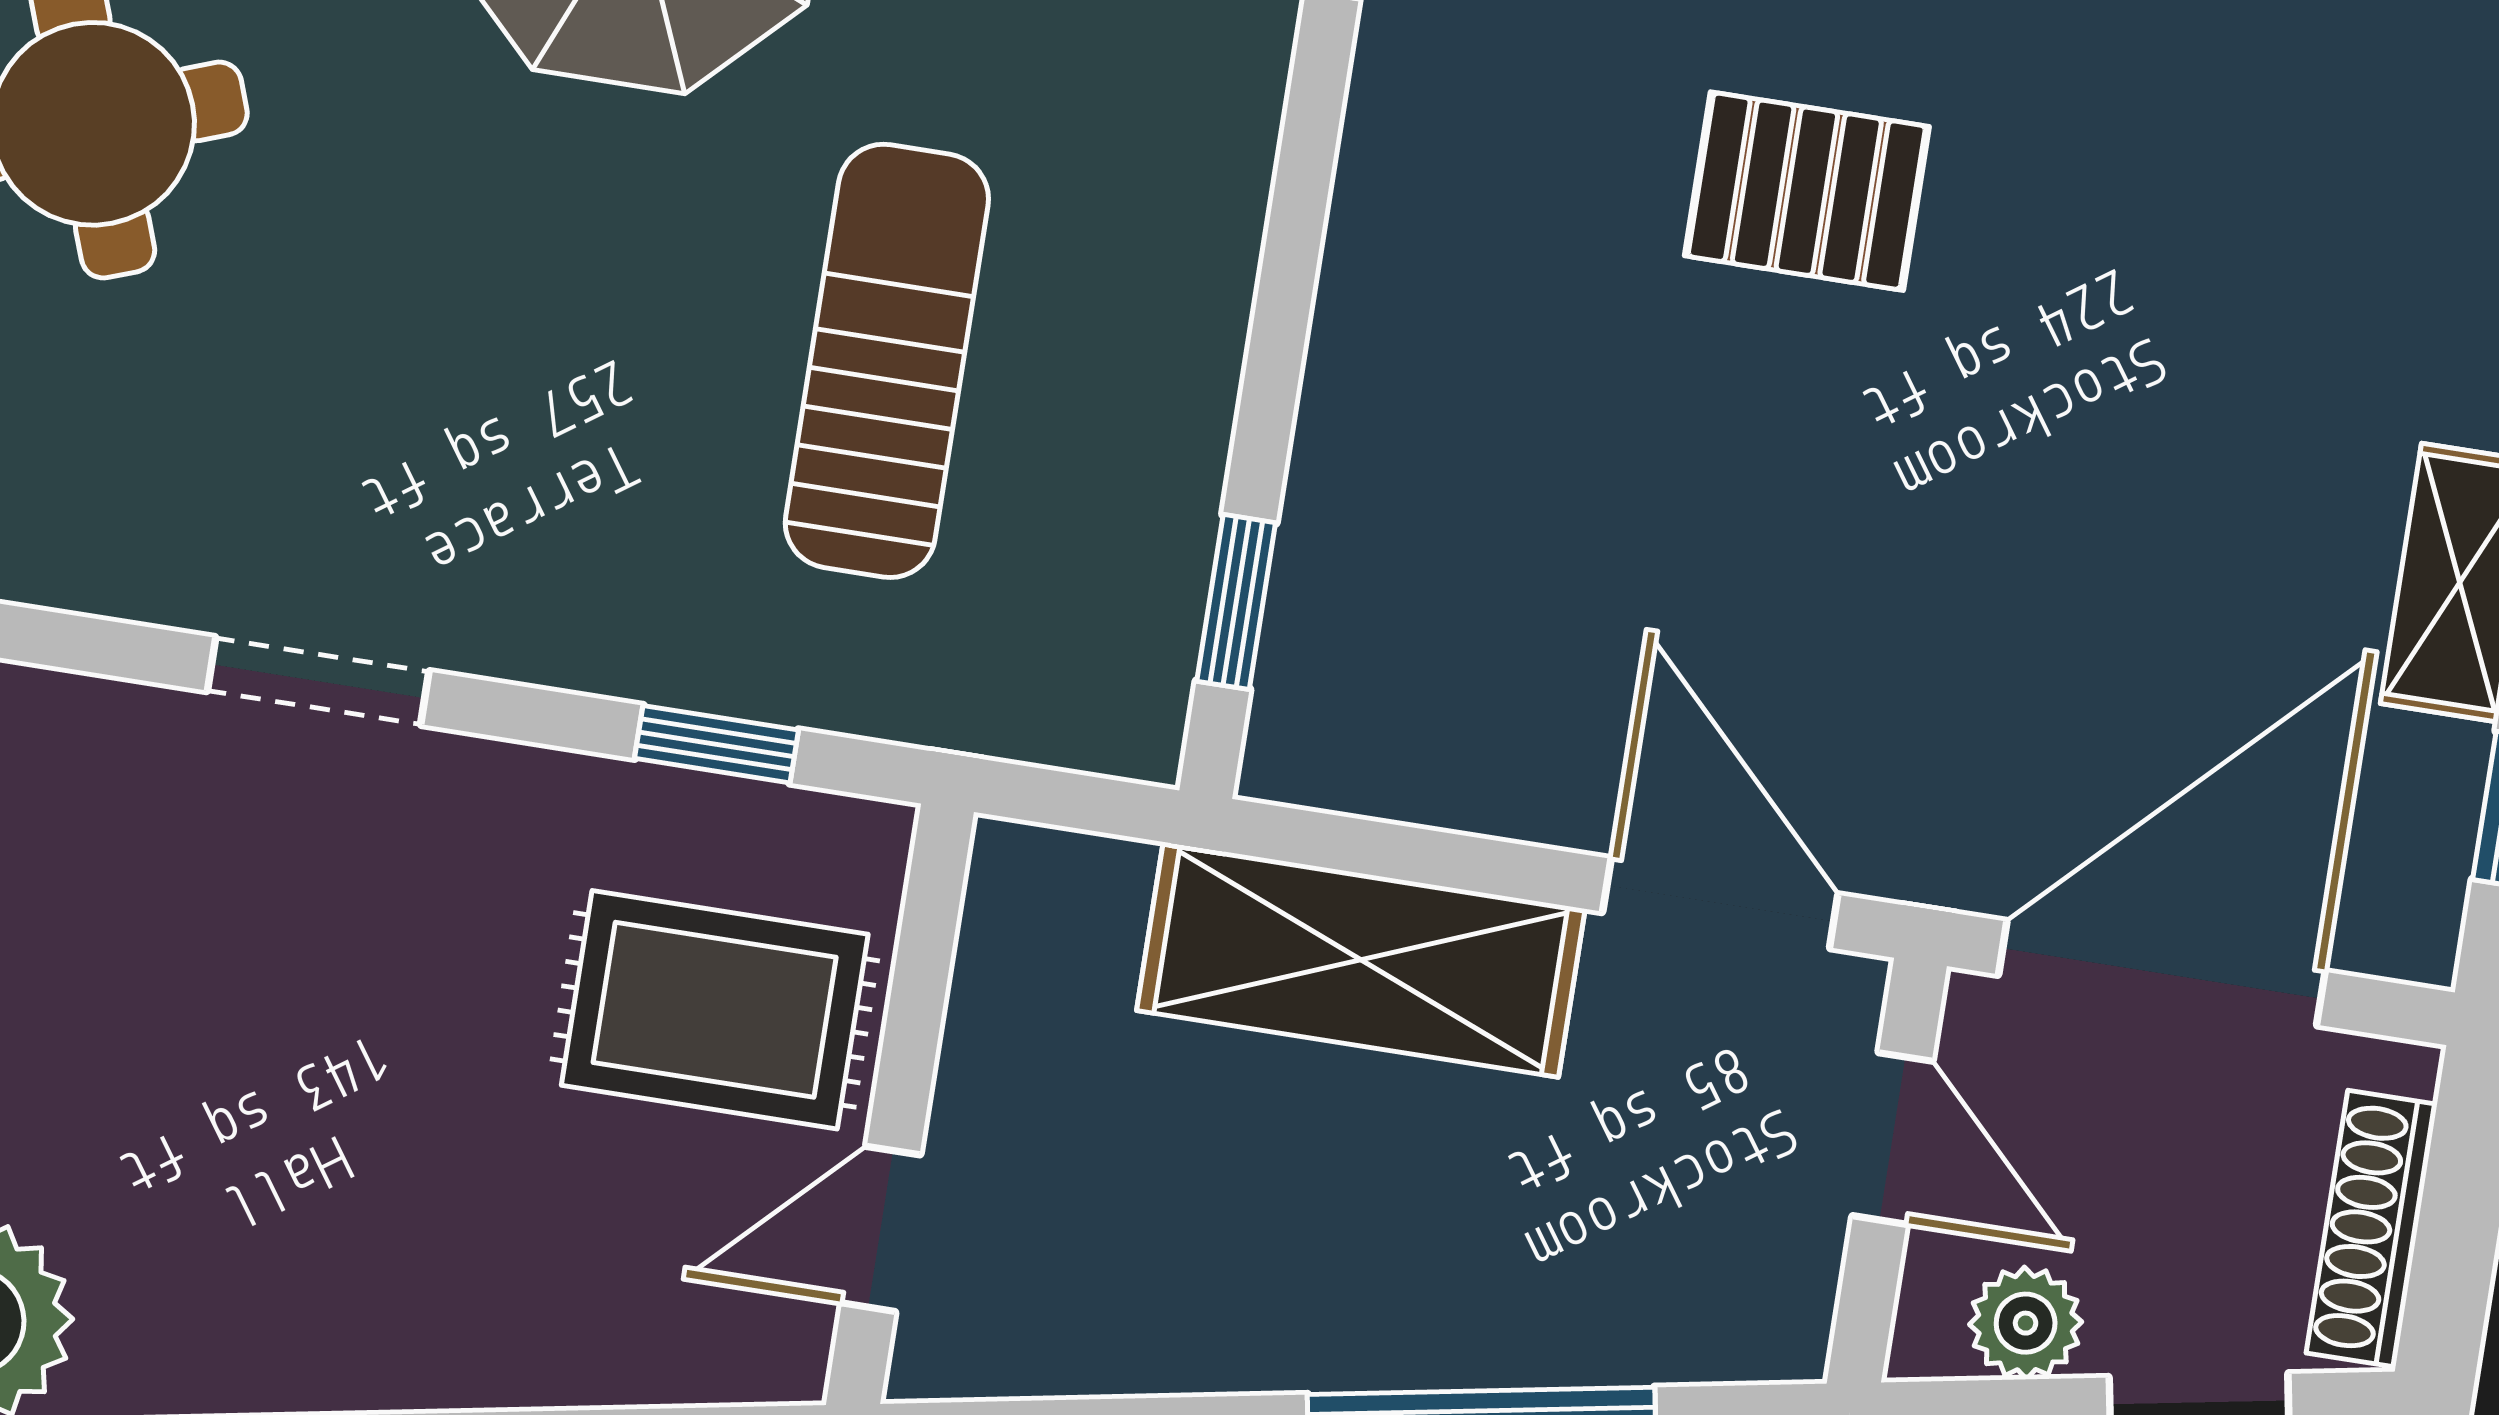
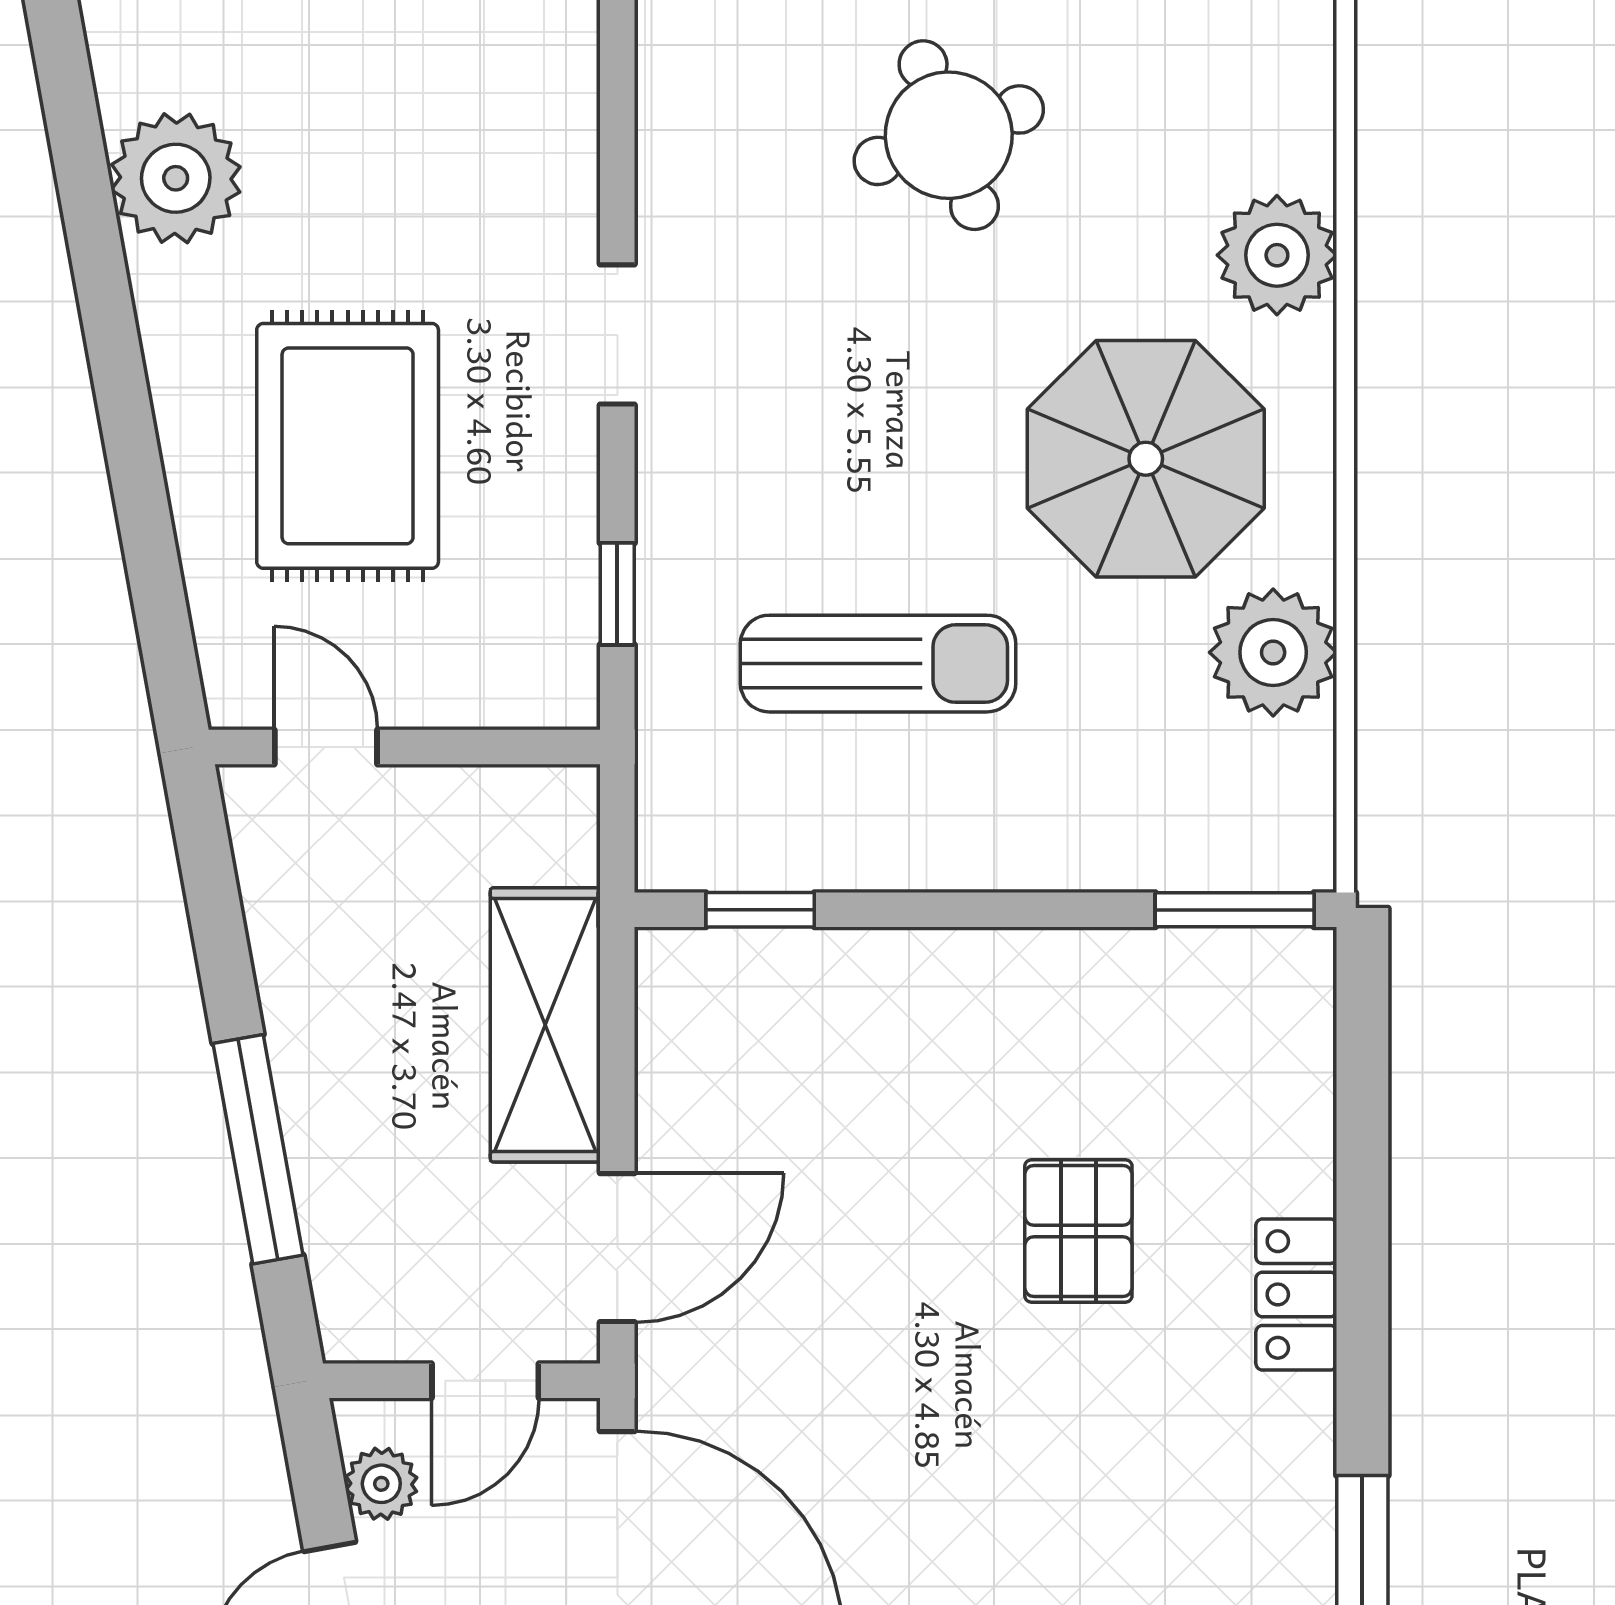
rug: (715, 1010) -> (348, 446), moved, width x1.36, depth x1.43

